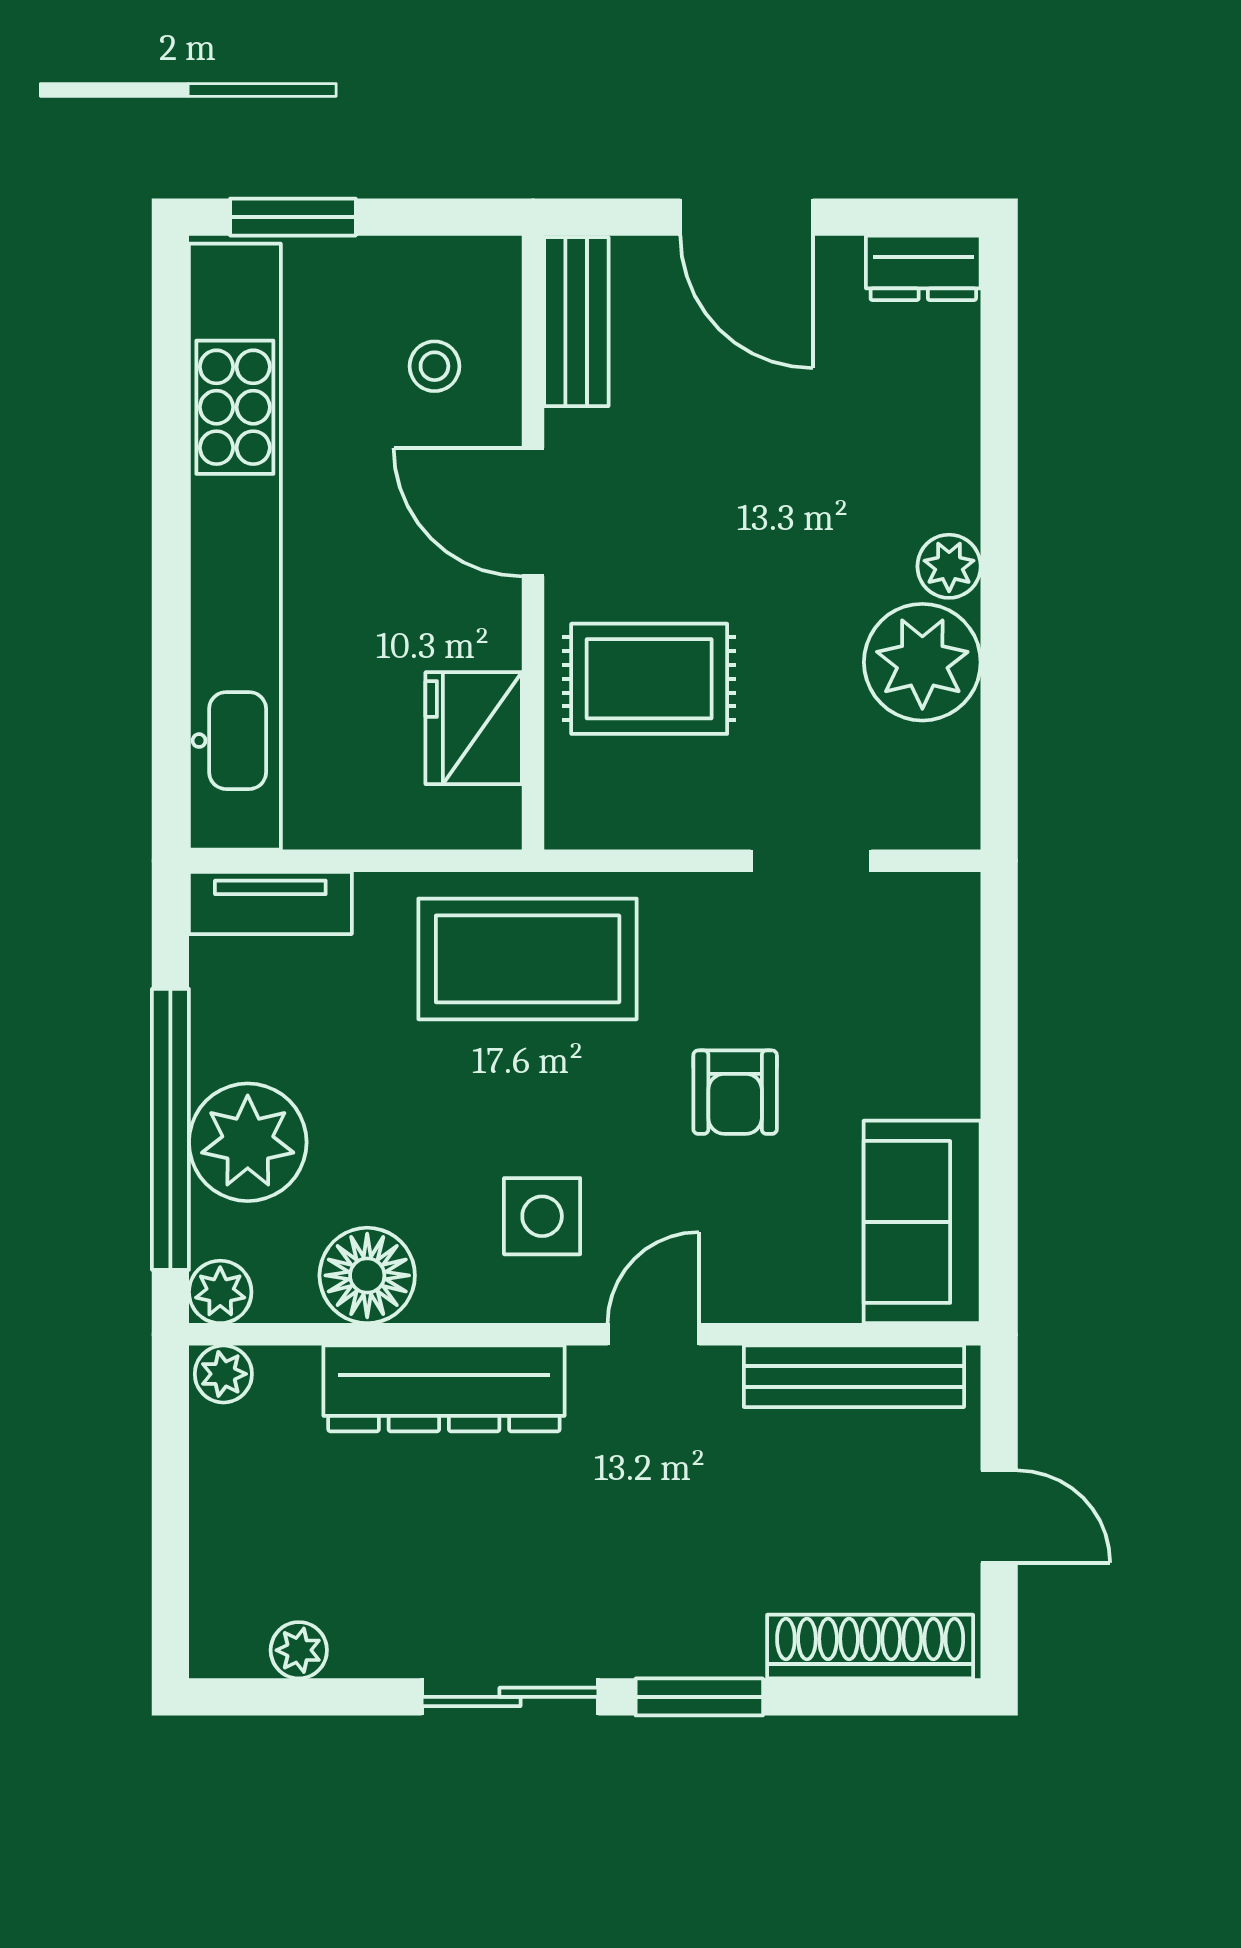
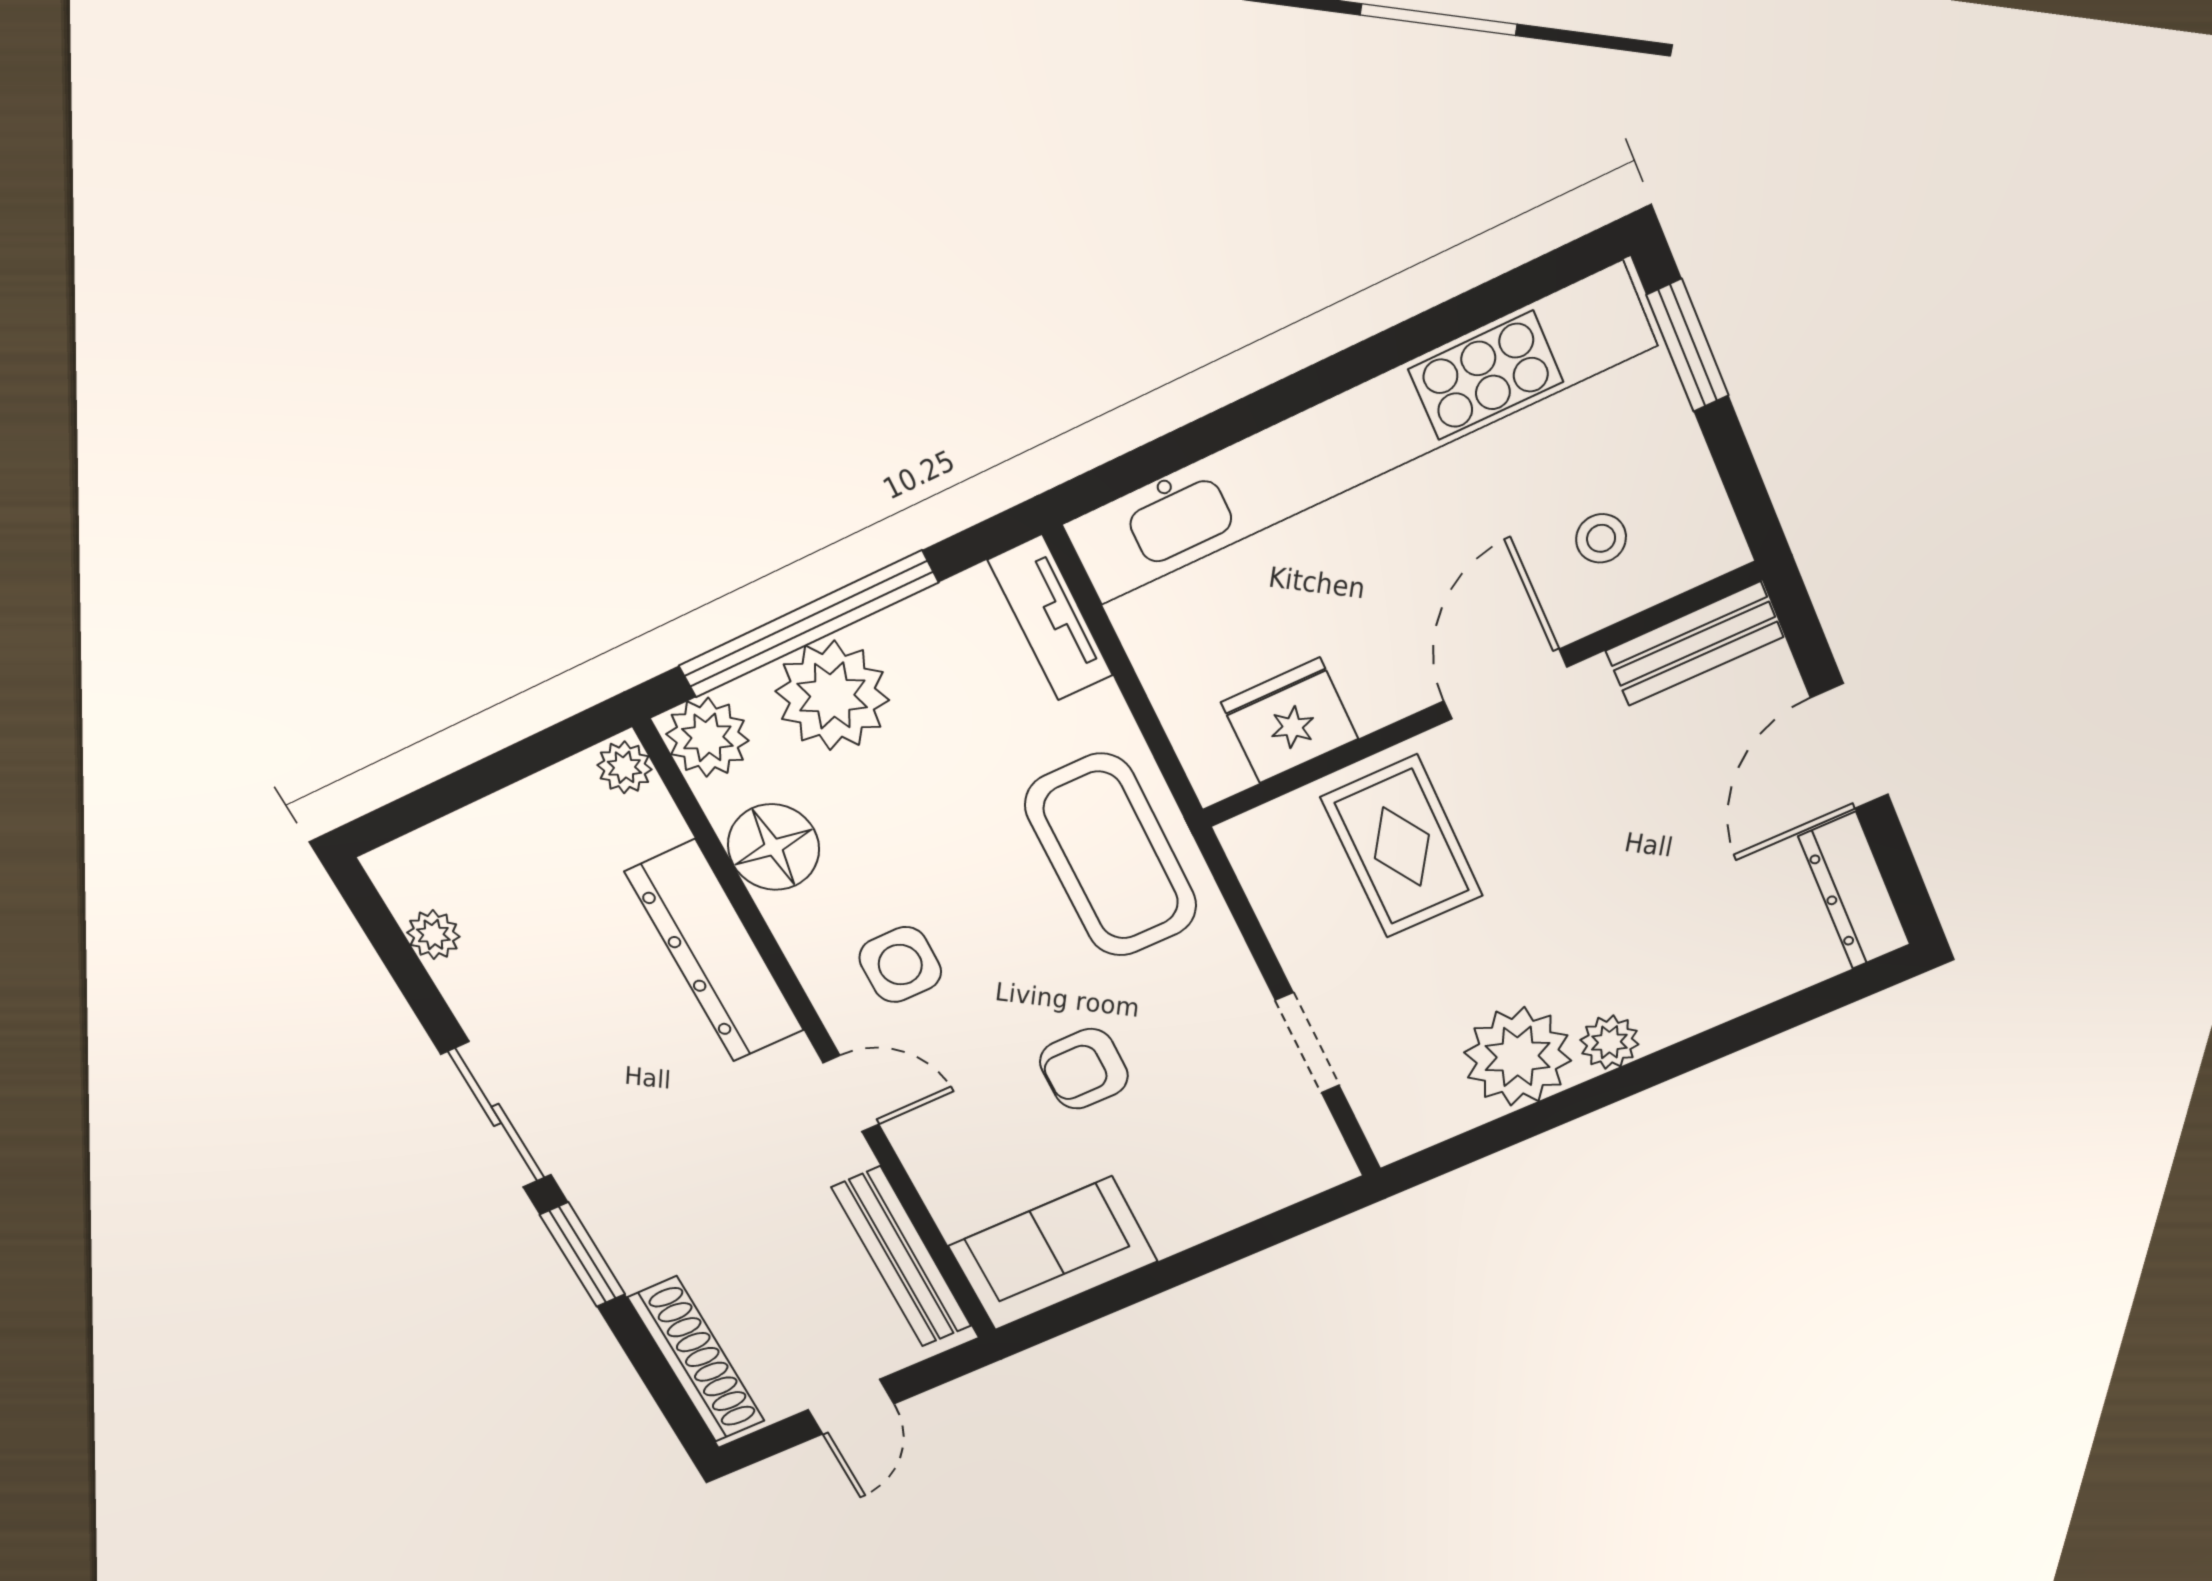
dresser: (923, 268) -> (1854, 891), width x1.44
plant: (220, 1292) -> (707, 737), width x1.38, depth x1.38

